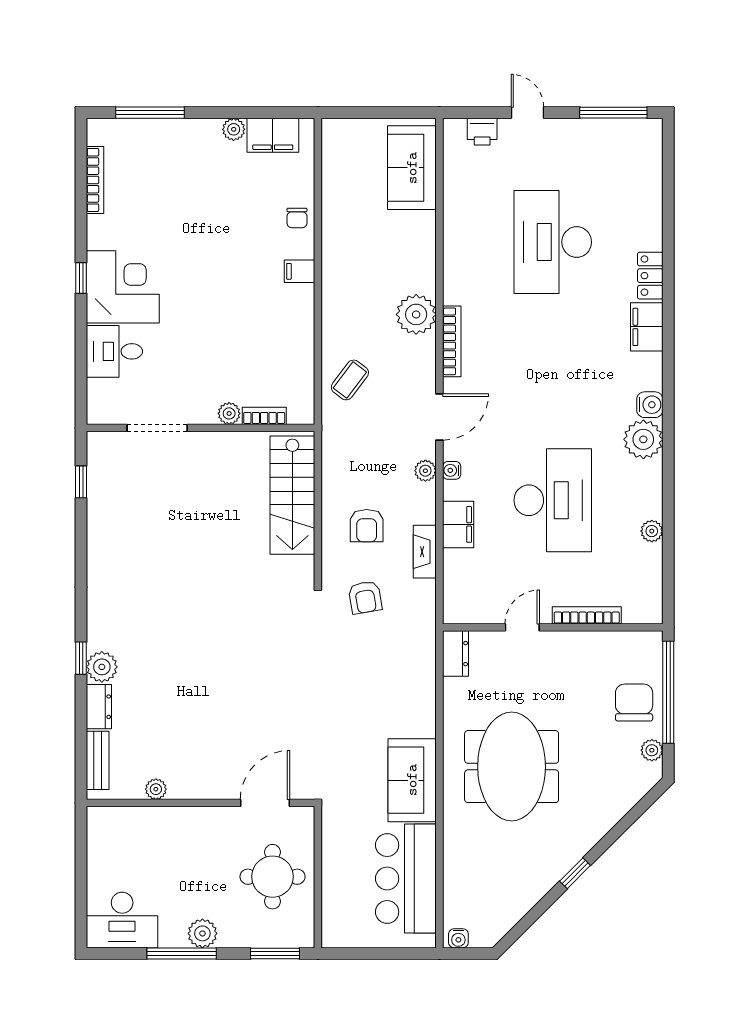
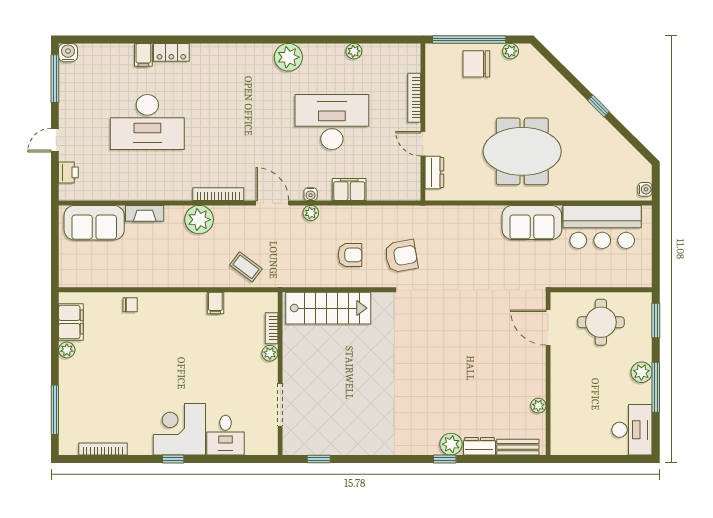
filing cabinet: (300, 271) -> (215, 303), moved
filing cabinet: (647, 327) -> (143, 55), moved, width x0.50
water cooler: (650, 405) -> (68, 53), moved
fireplace: (425, 552) -> (145, 213), moved
armchair: (365, 597) -> (401, 256), width x1.38, depth x1.38
dresser: (456, 654) -> (434, 172), moved, turned 90

